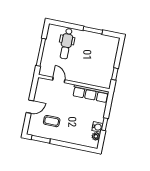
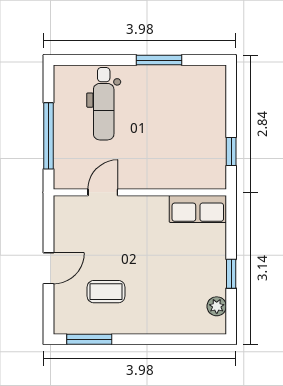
door: (59, 80) -> (103, 192), hinge flipped
row of seats: (91, 94) -> (198, 209), width x0.68
water cooler: (97, 127) -> (215, 284), removed

